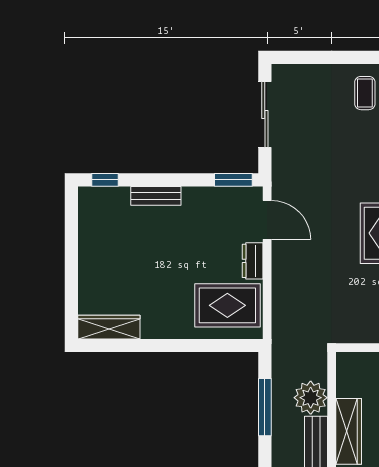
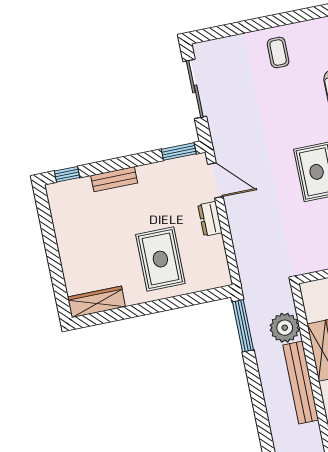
rug: (227, 305) -> (160, 259), moved, turned 90
window: (265, 407) -> (243, 326), moved

